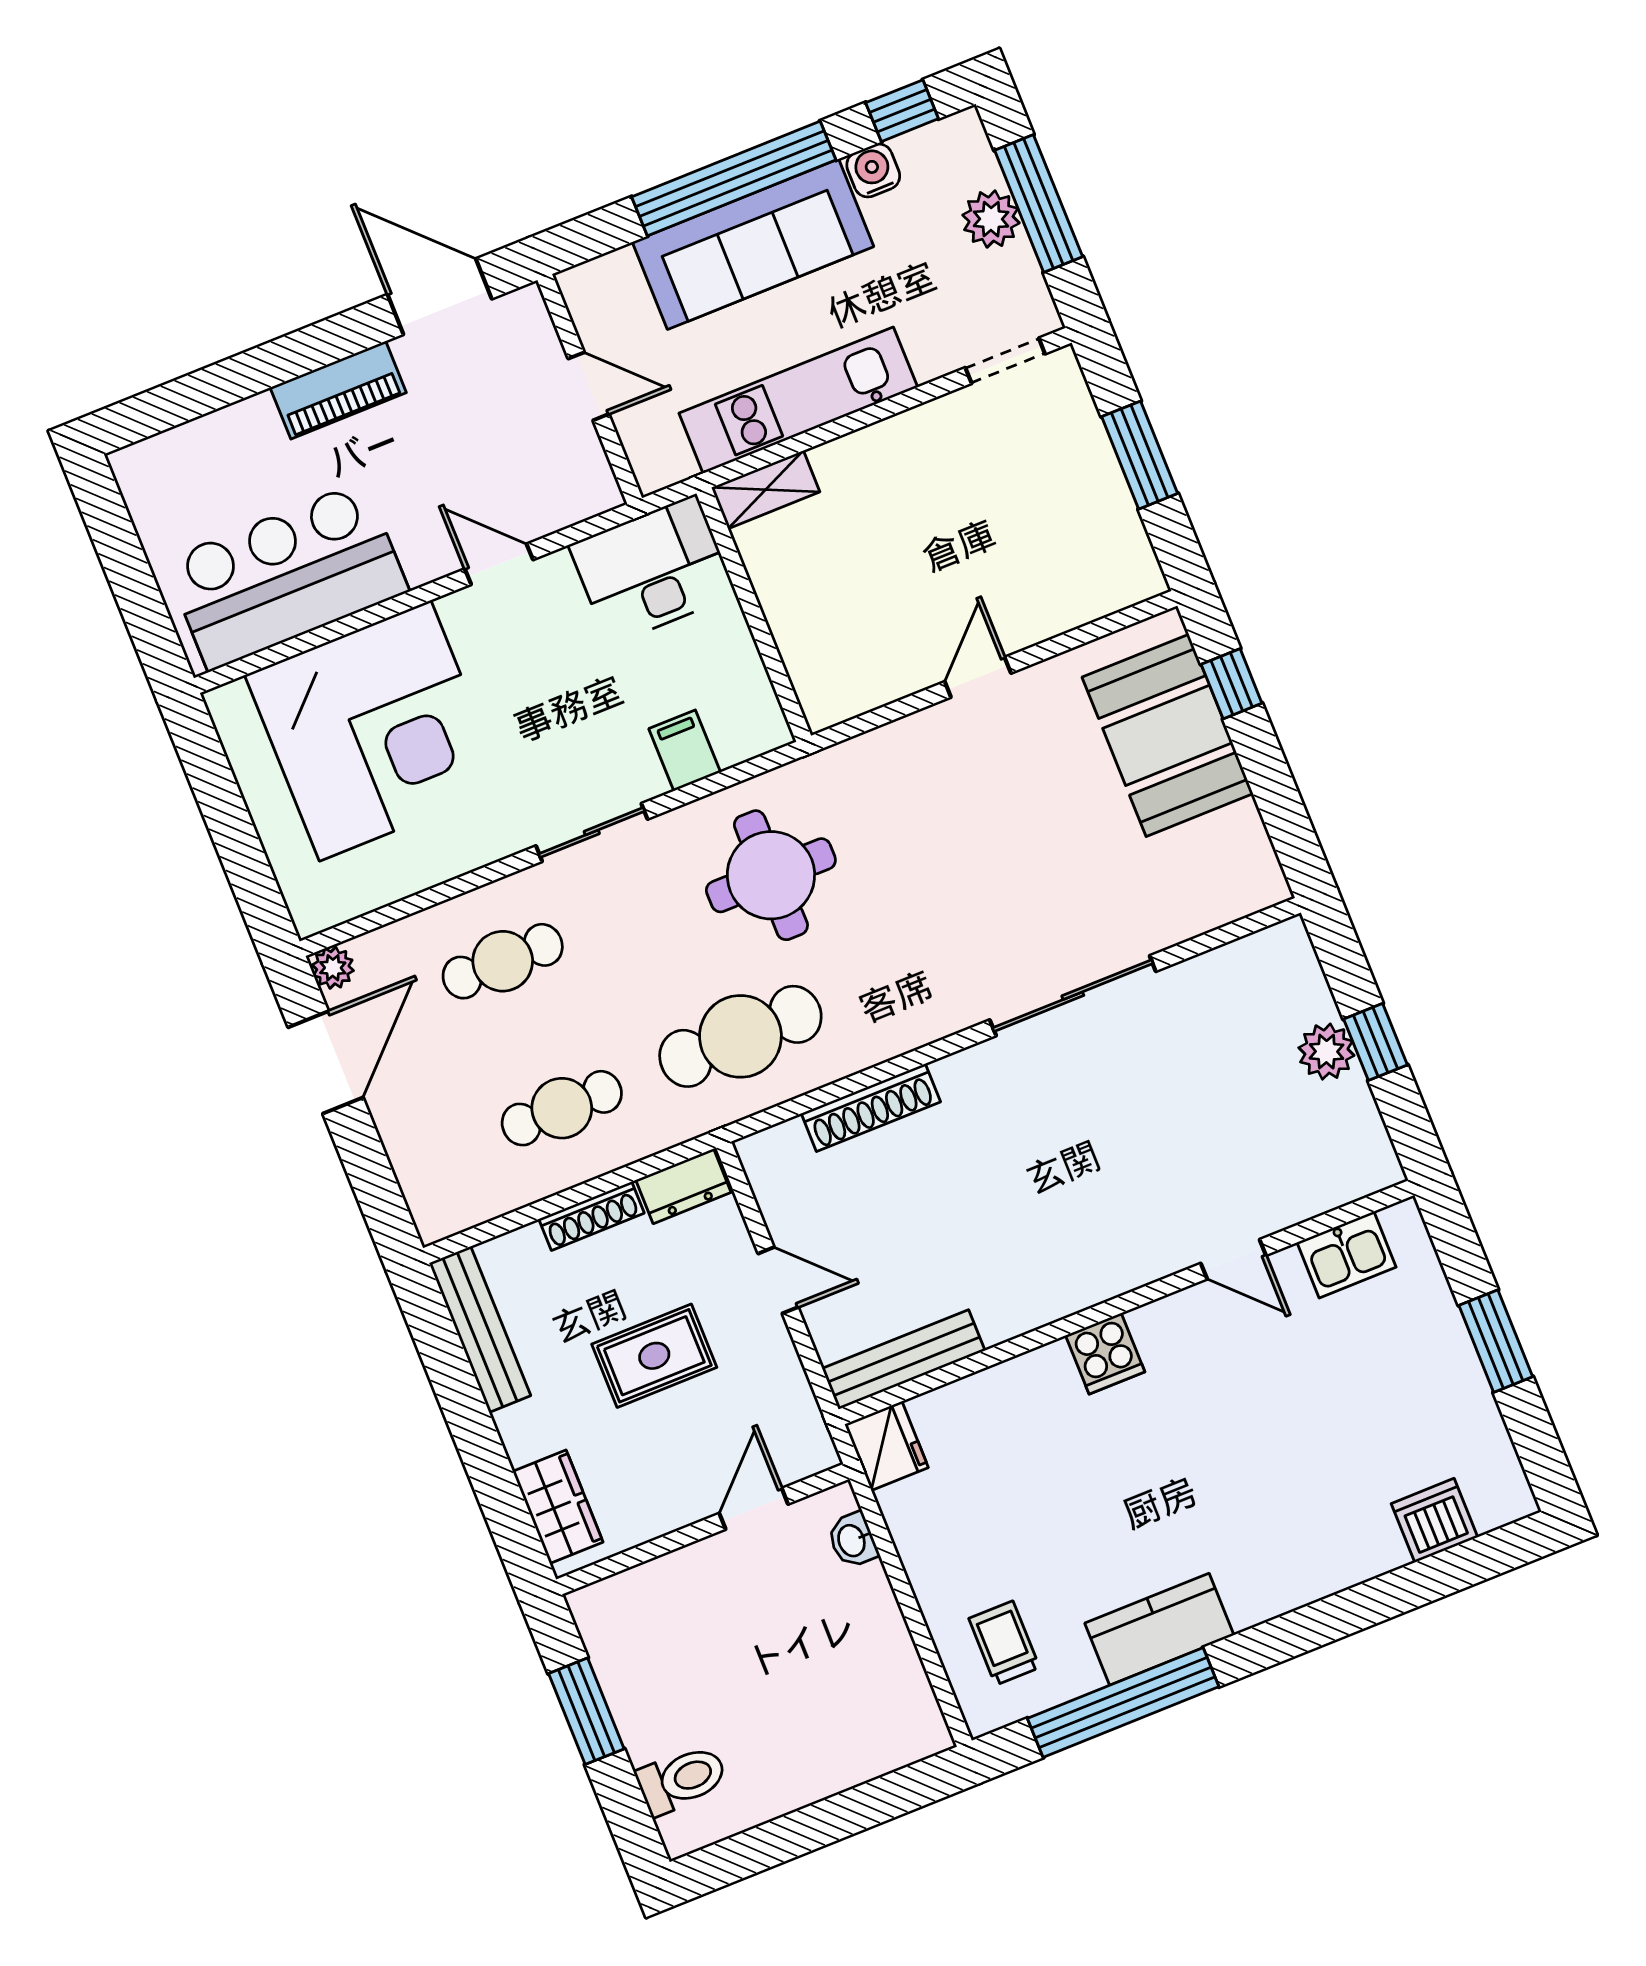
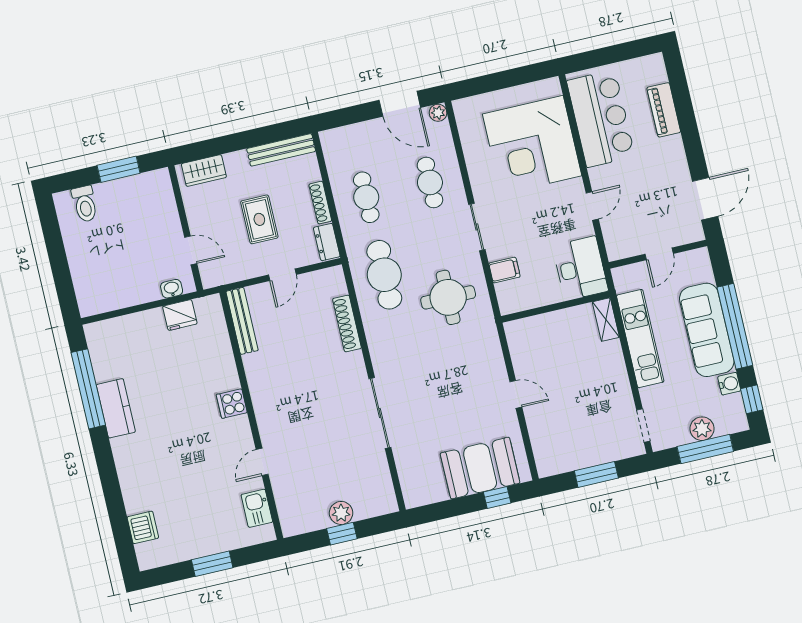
piano: (338, 390) -> (664, 110), moved
fridge: (886, 1446) -> (180, 315), moved
trolley: (1004, 1643) -> (120, 344), removed

